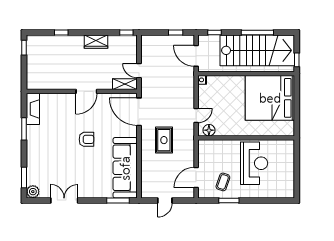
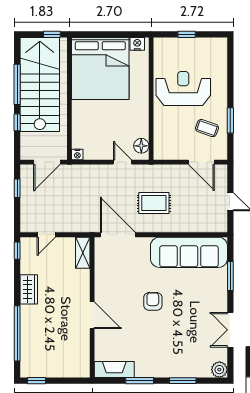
window: (61, 33) -> (17, 333), width x3.17
window: (215, 33) -> (17, 122), moved
door: (139, 71) -> (46, 235), moved
door: (86, 91) -> (92, 315), moved
door: (139, 112) -> (118, 235), swing flipped
nightstand: (289, 127) -> (137, 44), added
window: (297, 166) -> (187, 34), added
window: (24, 178) -> (183, 381), moved
window: (118, 200) -> (230, 276), moved

